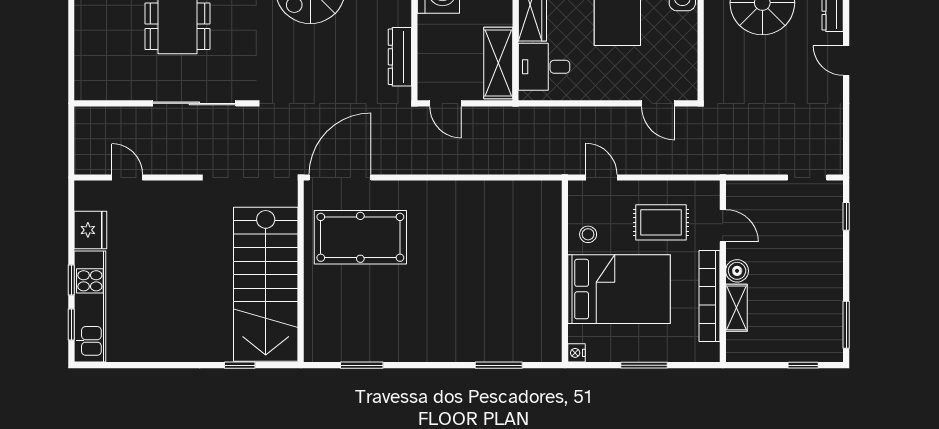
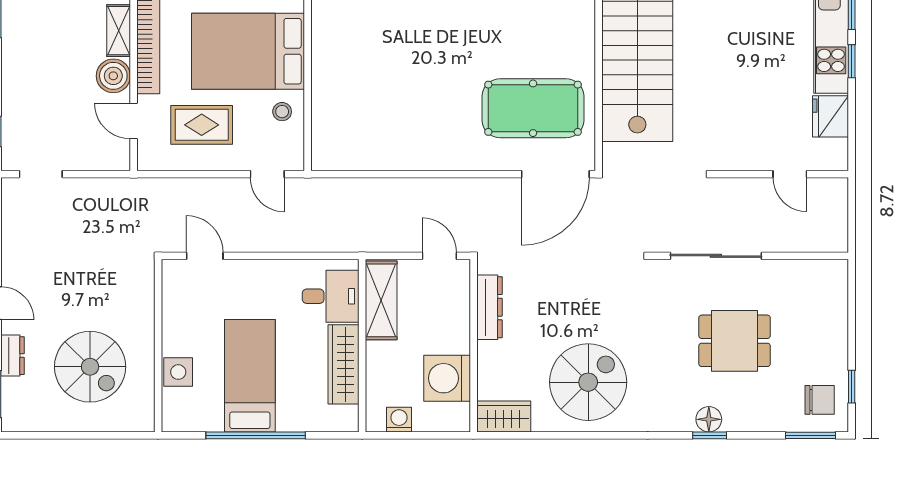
boiler: (737, 271) -> (113, 76), width x1.36, depth x1.36

